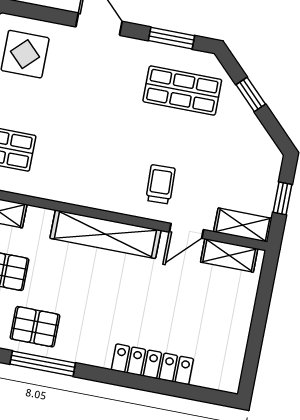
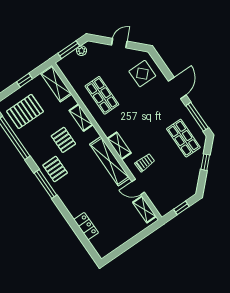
window: (171, 38) -> (197, 117), width x1.44
shelving: (243, 225) -> (119, 146), moved
locker: (152, 364) -> (86, 226), width x0.66

